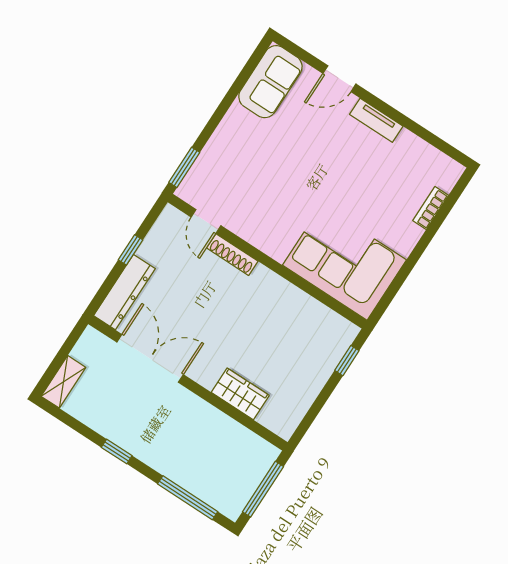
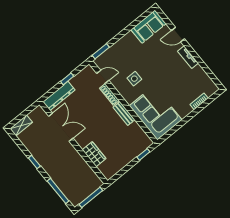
side table: (275, 203) -> (134, 79), added
door: (206, 221) -> (103, 77), swing flipped
bench: (277, 286) -> (124, 113), added

